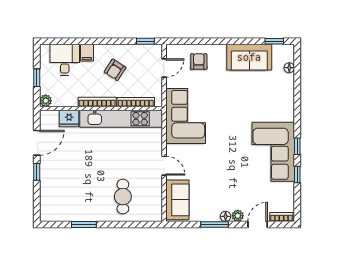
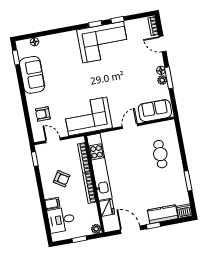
kitchen counter: (49, 186) -> (163, 214), added
cafe table: (123, 197) -> (160, 154), turned 90
dishwasher: (47, 213) -> (184, 211), added
plant: (238, 216) -> (162, 80), moved

